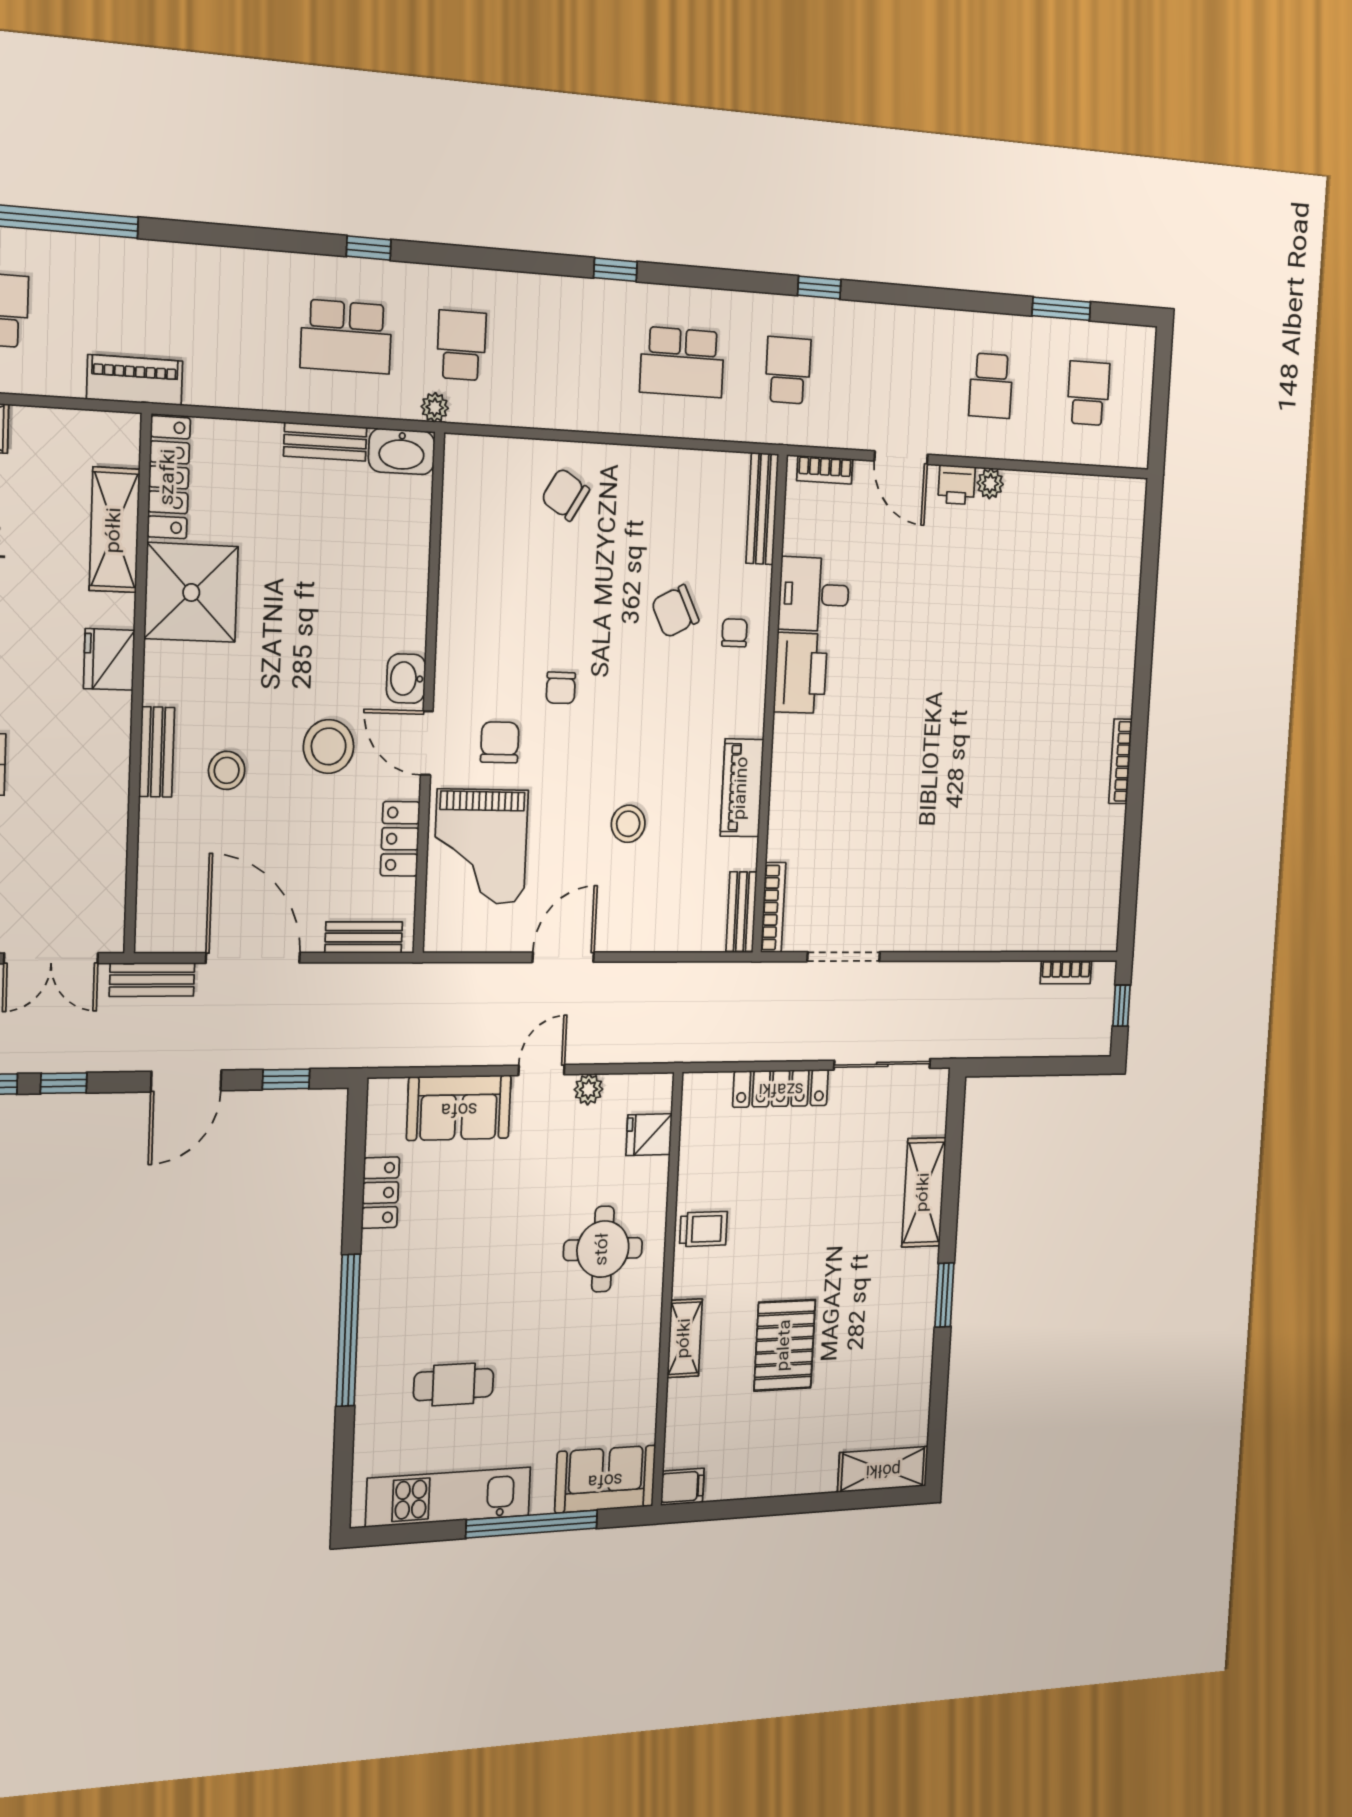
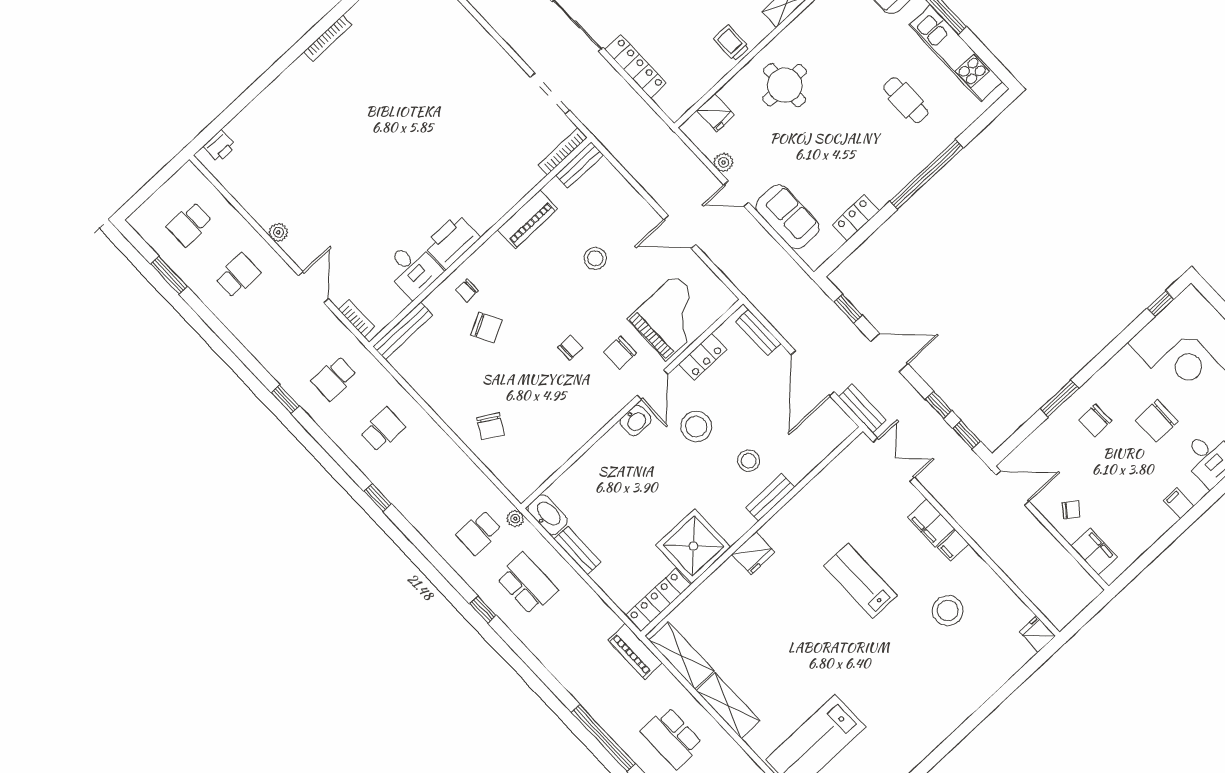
school desk: (682, 362) -> (382, 430), width x0.54
printer: (957, 485) -> (220, 146), moved, turned 90
shelving: (115, 530) -> (681, 656), moved, turned 90

